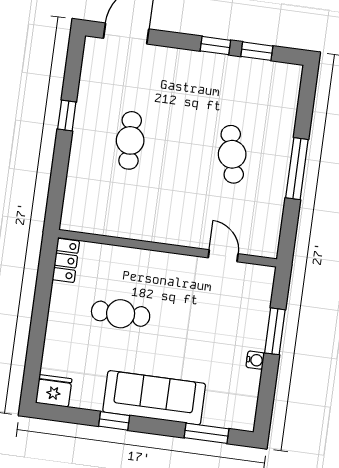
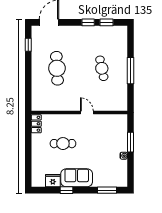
window: (67, 116) -> (28, 45), moved
cafe table: (130, 140) -> (57, 68), width x1.37, depth x1.35
door: (223, 256) -> (87, 113), moved
fridge: (54, 391) -> (53, 181), moved
sofa: (154, 398) -> (77, 178), width x0.73

